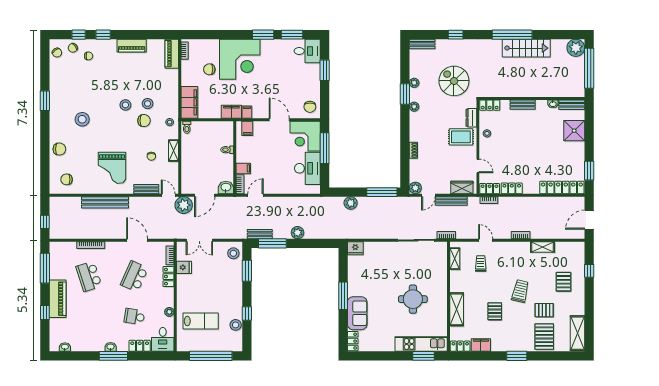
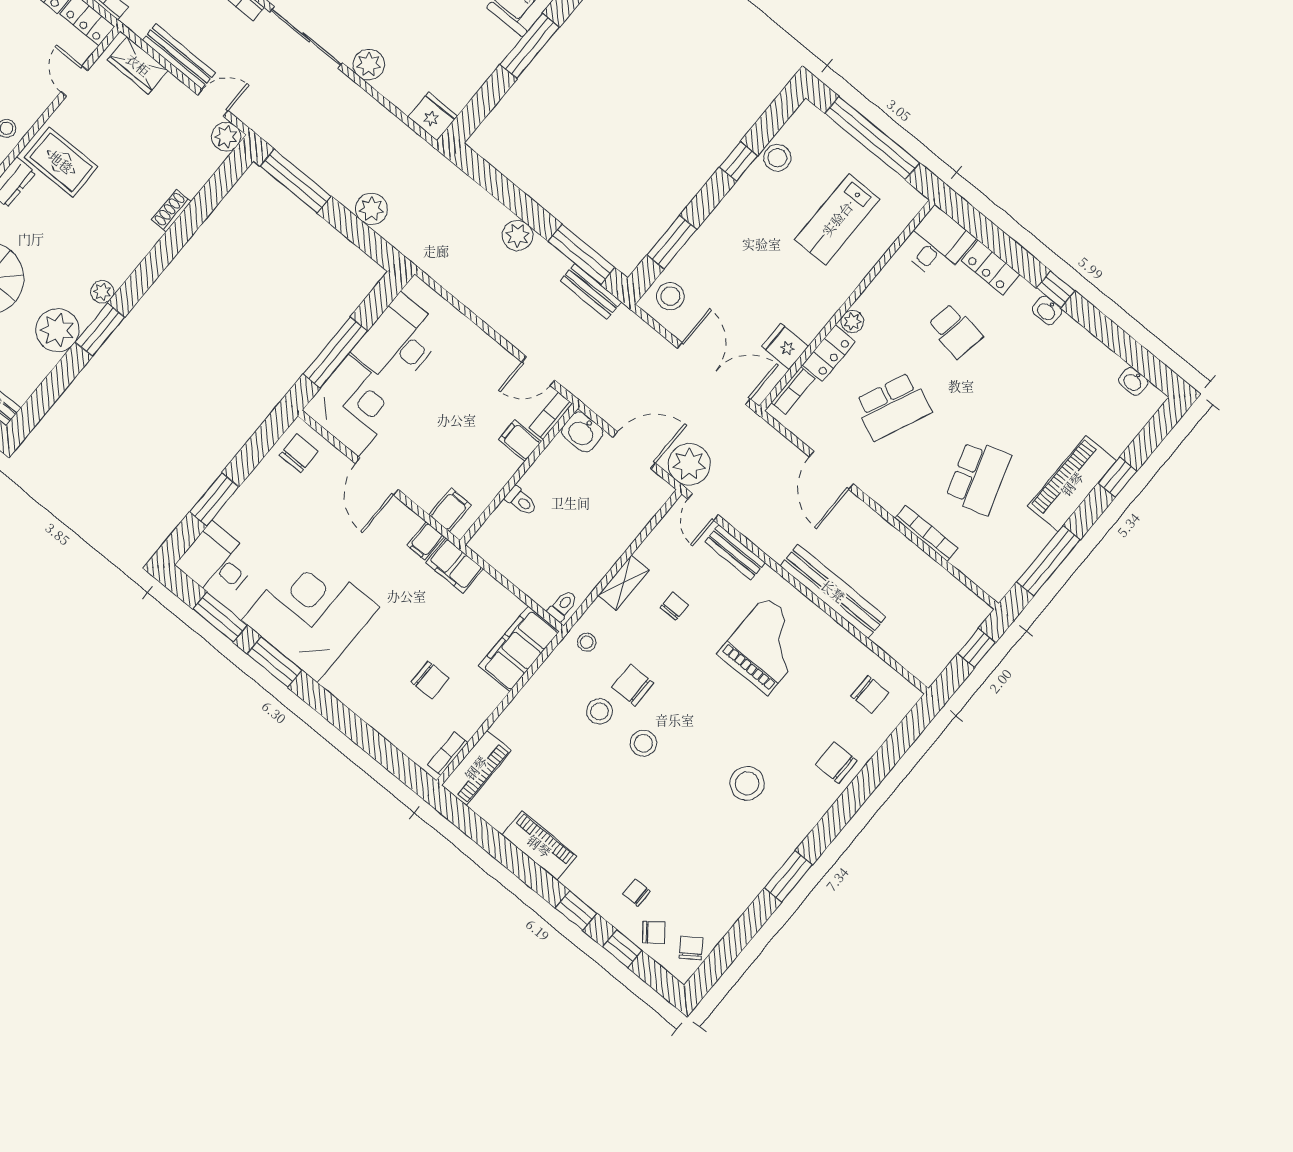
corner desk: (240, 59) -> (310, 613), moved
plant: (414, 83) -> (57, 330), width x1.88, depth x1.88
double door: (199, 240) -> (714, 373), width x1.37
plant: (389, 248) -> (369, 64), added
plant: (169, 312) -> (852, 321), moved
lab bench: (201, 321) -> (837, 219), turned -90
window: (113, 356) -> (1056, 289), width x0.46

